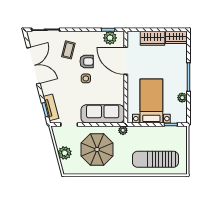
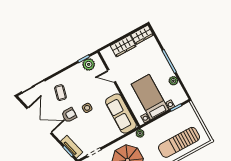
armchair: (87, 61) -> (69, 115), moved
door: (126, 61) -> (111, 76), width x0.53
sofa: (103, 114) -> (121, 113), moved, turned -90

